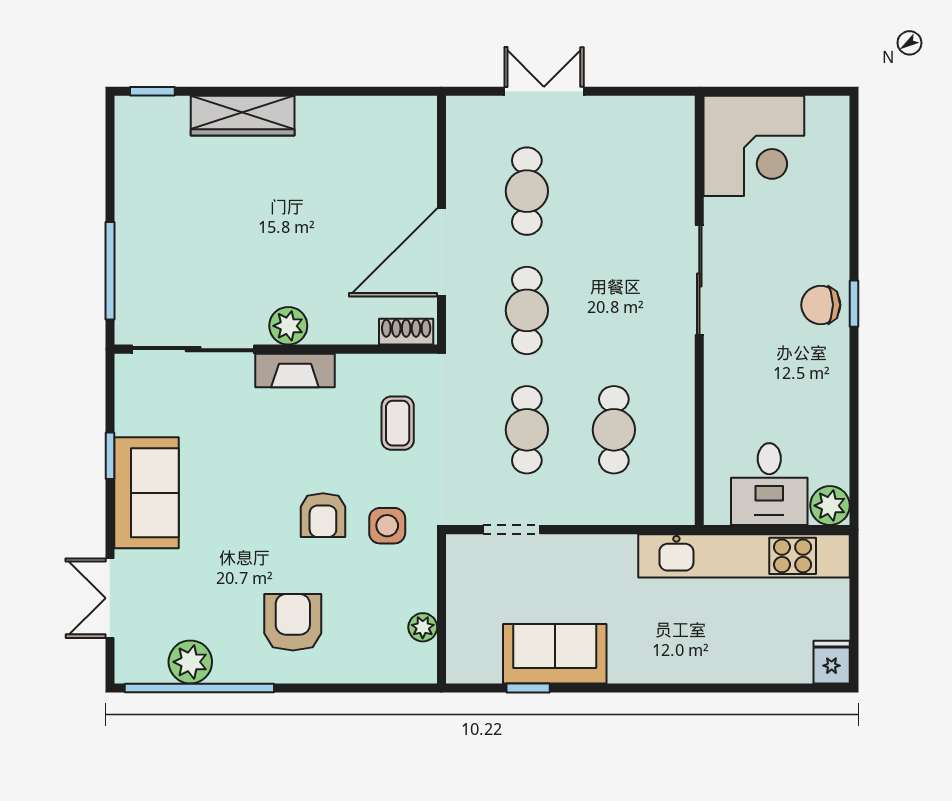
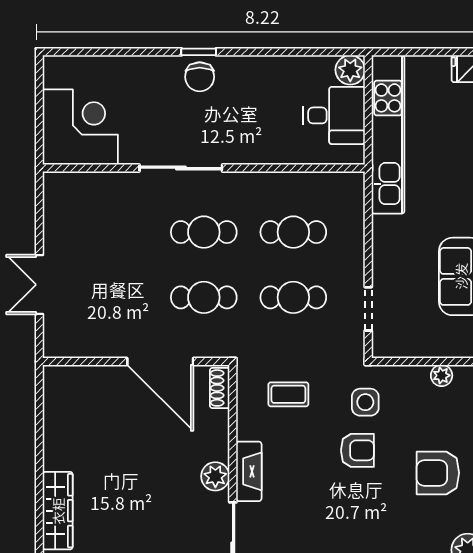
cafe table: (527, 191) -> (204, 232), moved

